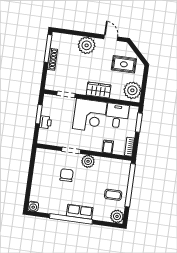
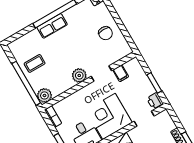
printer: (45, 122) -> (155, 101), moved
filing cabinet: (108, 147) -> (121, 73), moved
chair: (67, 175) -> (106, 33), moved
plant: (117, 216) -> (44, 95), moved

